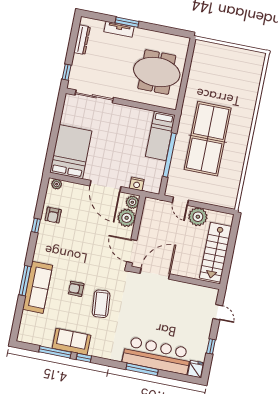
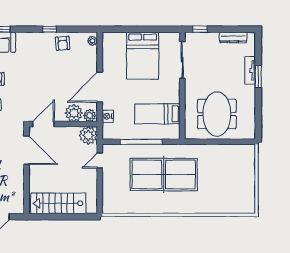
bed: (160, 136) -> (157, 114), moved
bed: (71, 152) -> (143, 56), moved, turned 90
armchair: (53, 215) -> (63, 43), turned -94
plant: (198, 217) -> (88, 135), moved

